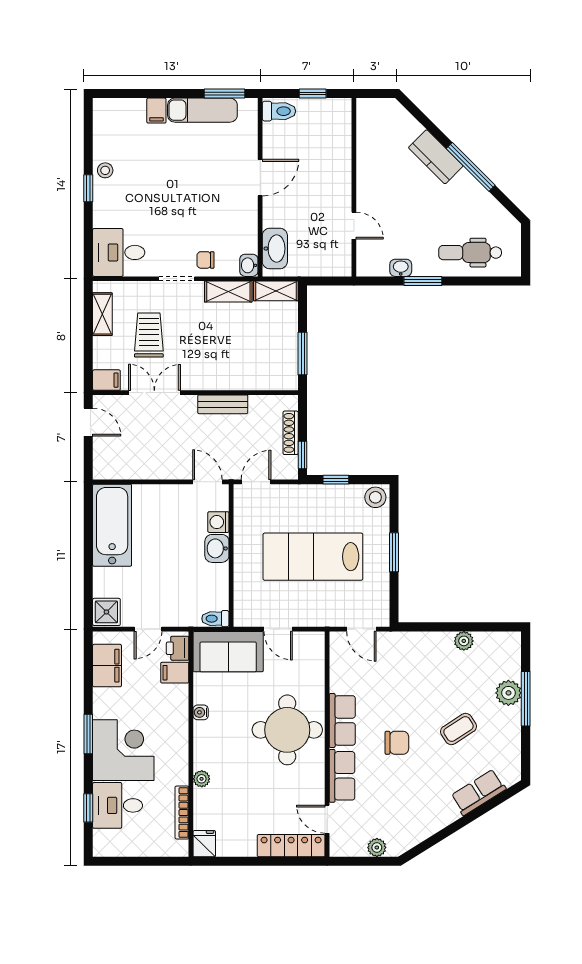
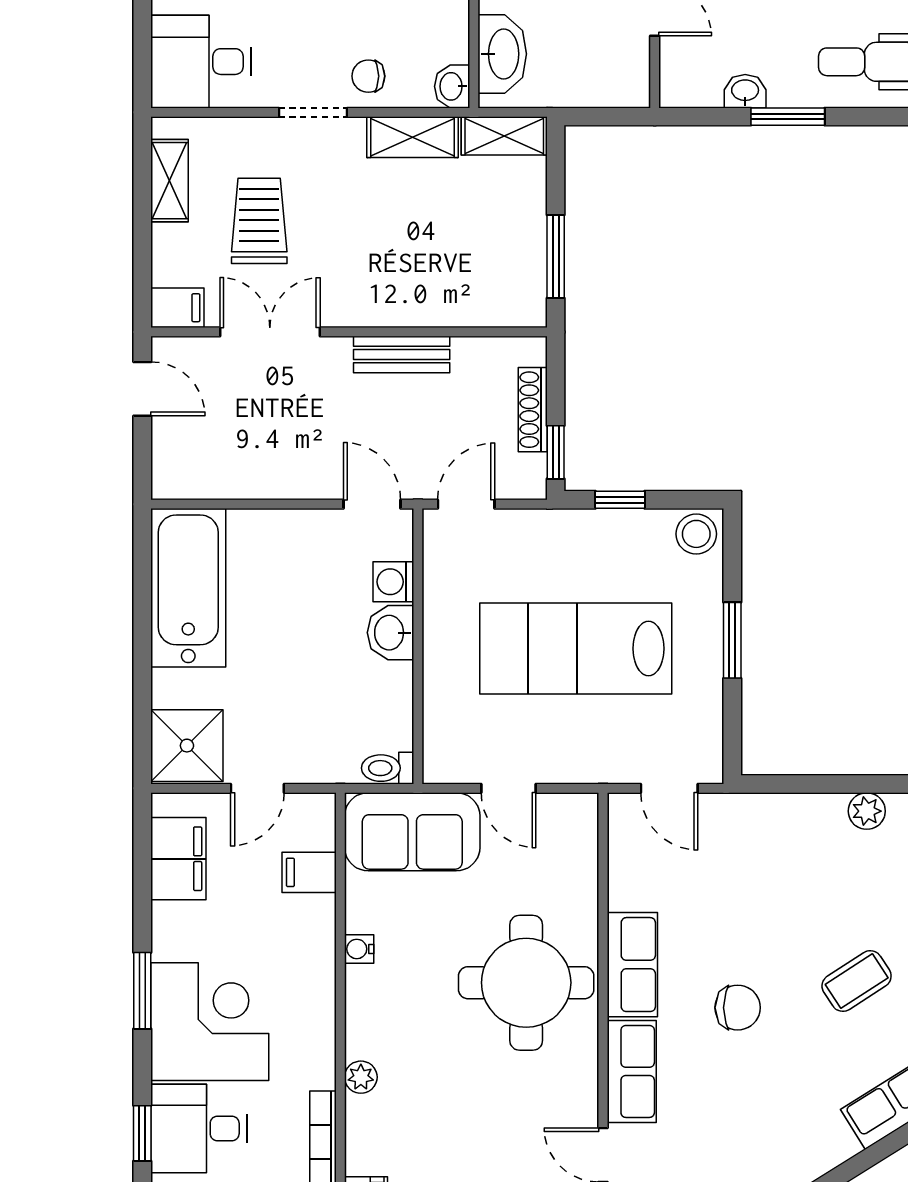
shower: (106, 612) -> (187, 746), width x1.36, depth x1.36
printer: (178, 648) -> (315, 825), removed

